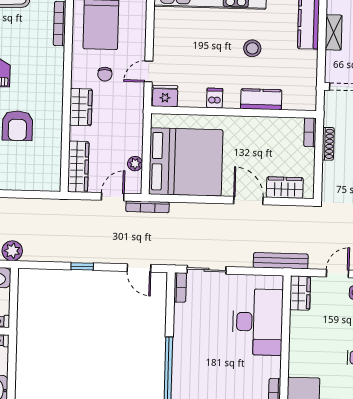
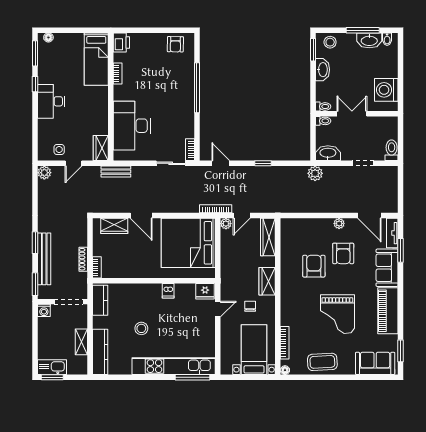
kitchen counter: (261, 99) -> (100, 300), moved, turned -90
plant: (135, 164) -> (226, 224), moved
bench: (281, 261) -> (116, 172), width x0.73

